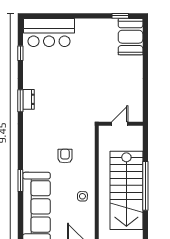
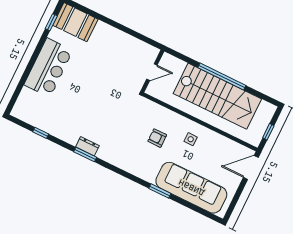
bar counter: (49, 33) -> (48, 68), moved
door: (120, 124) -> (152, 72), swing flipped
side table: (82, 196) -> (191, 139), moved

